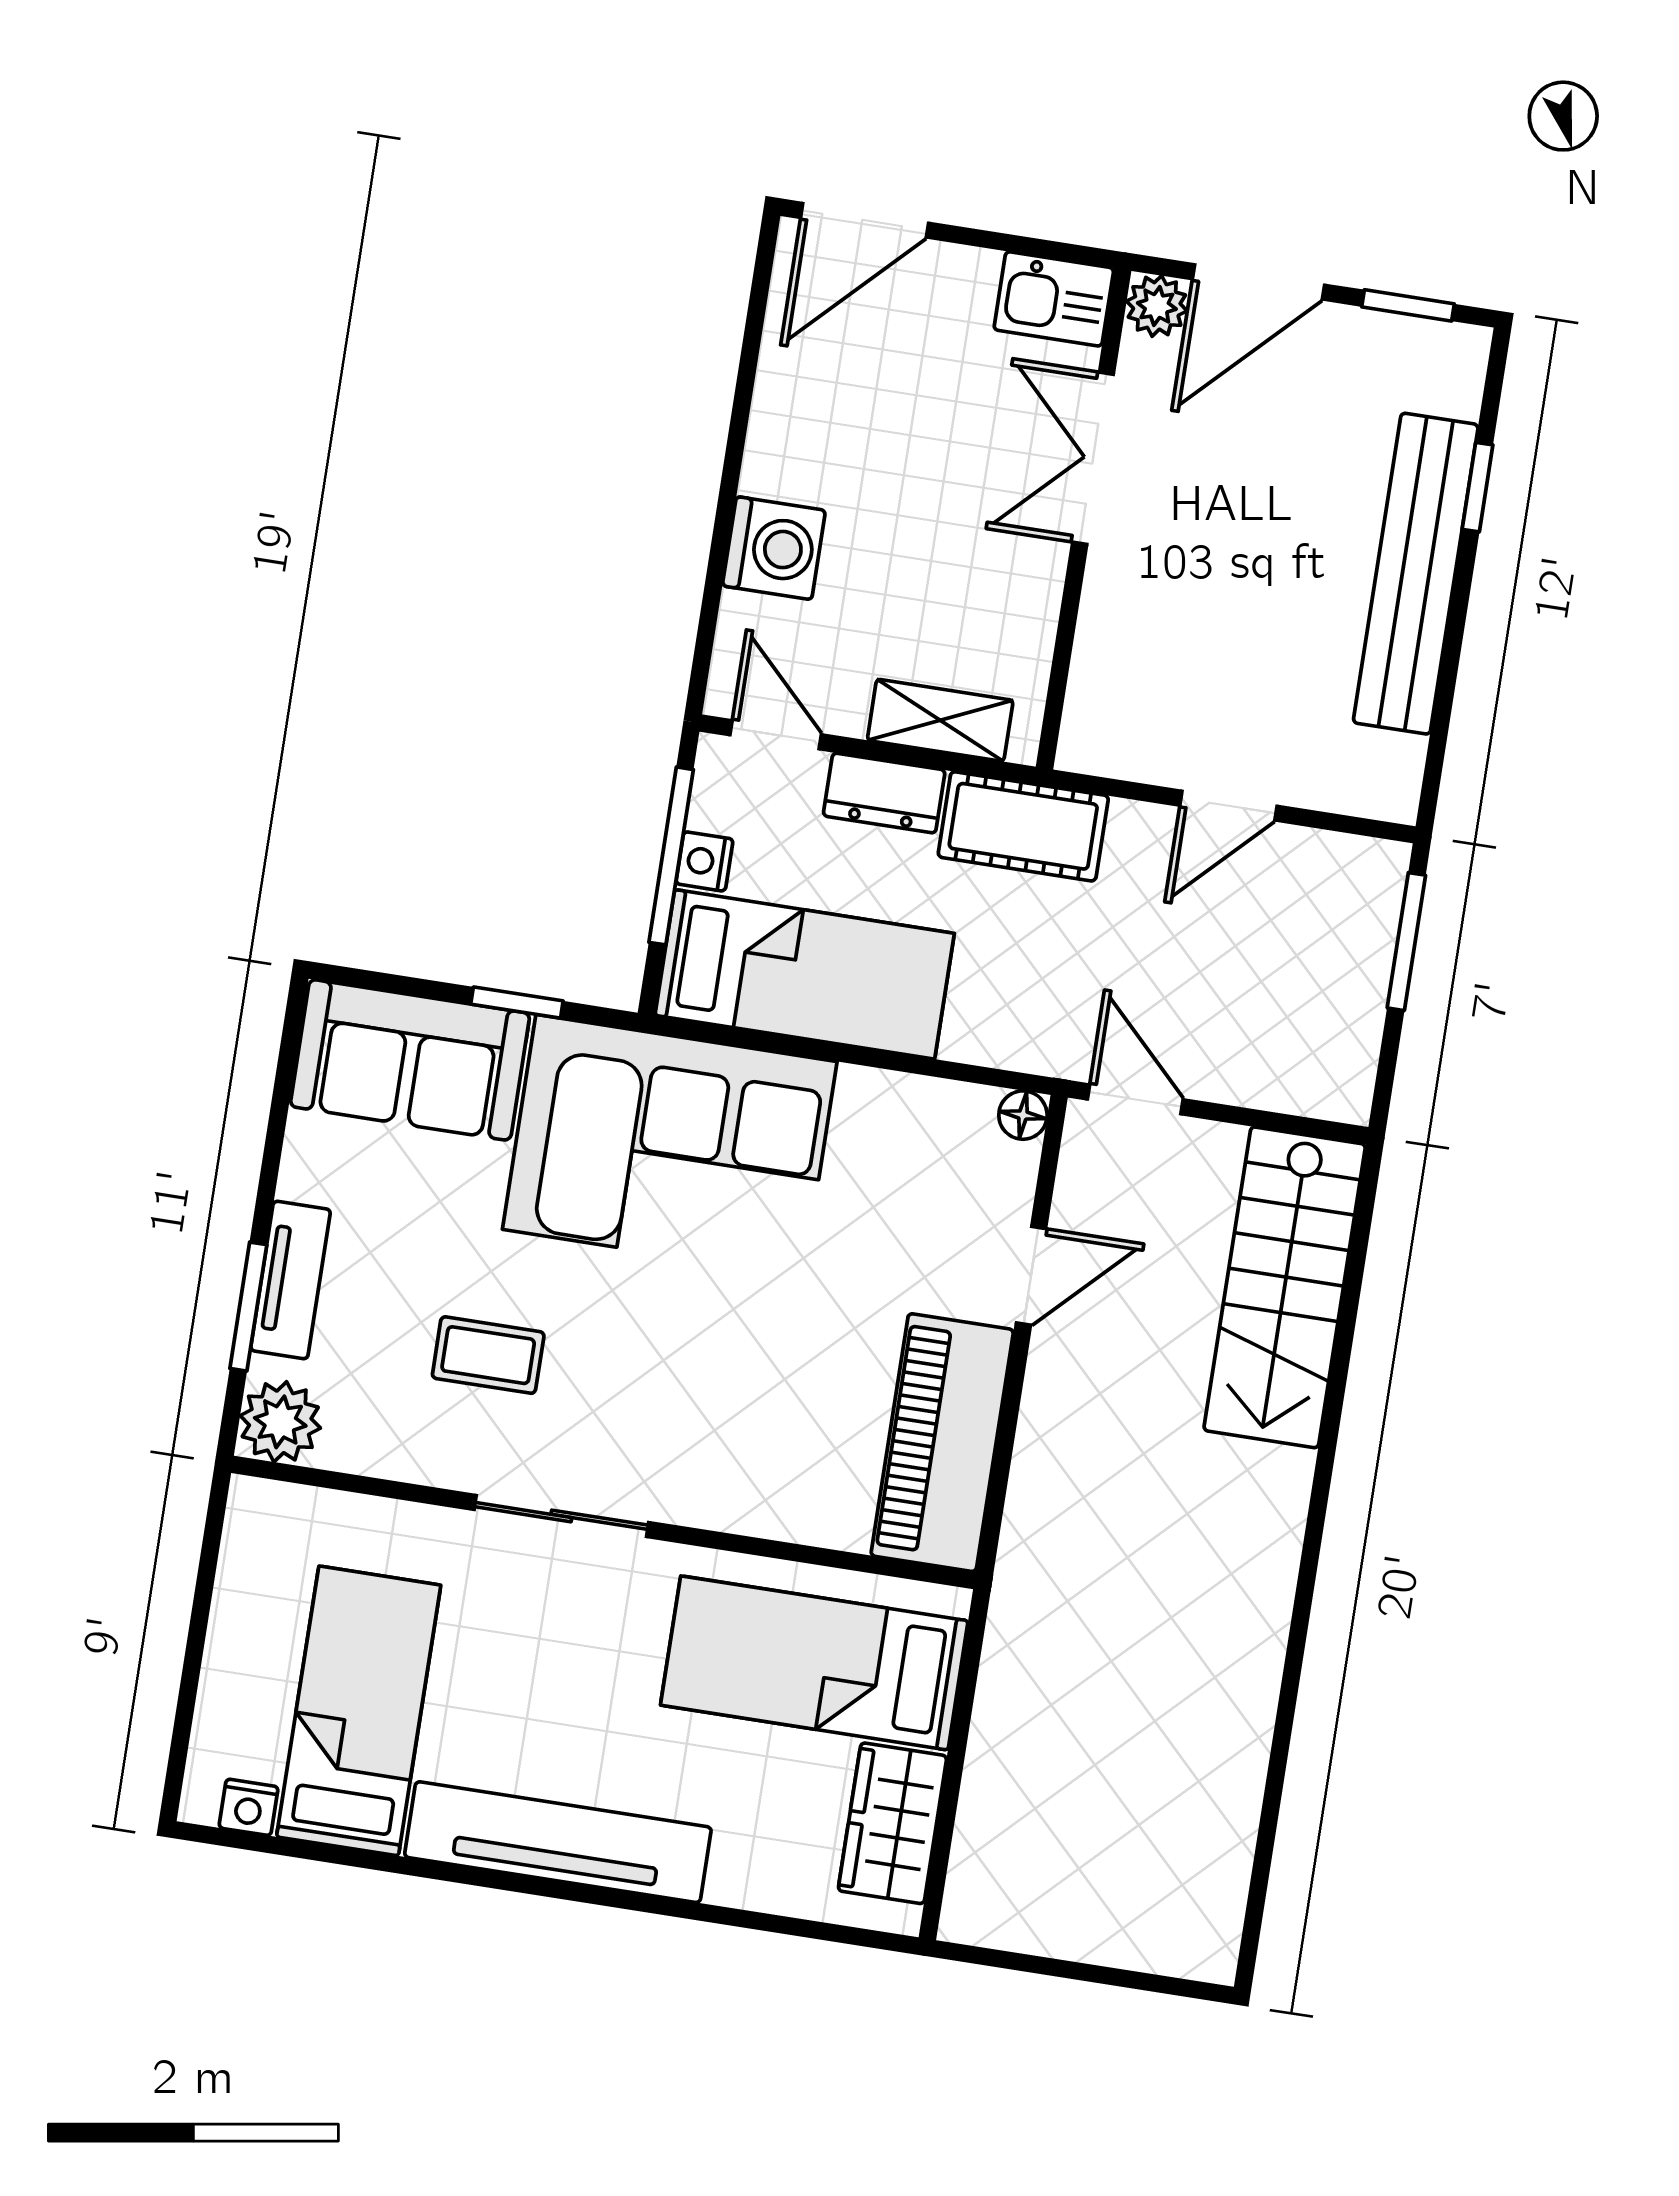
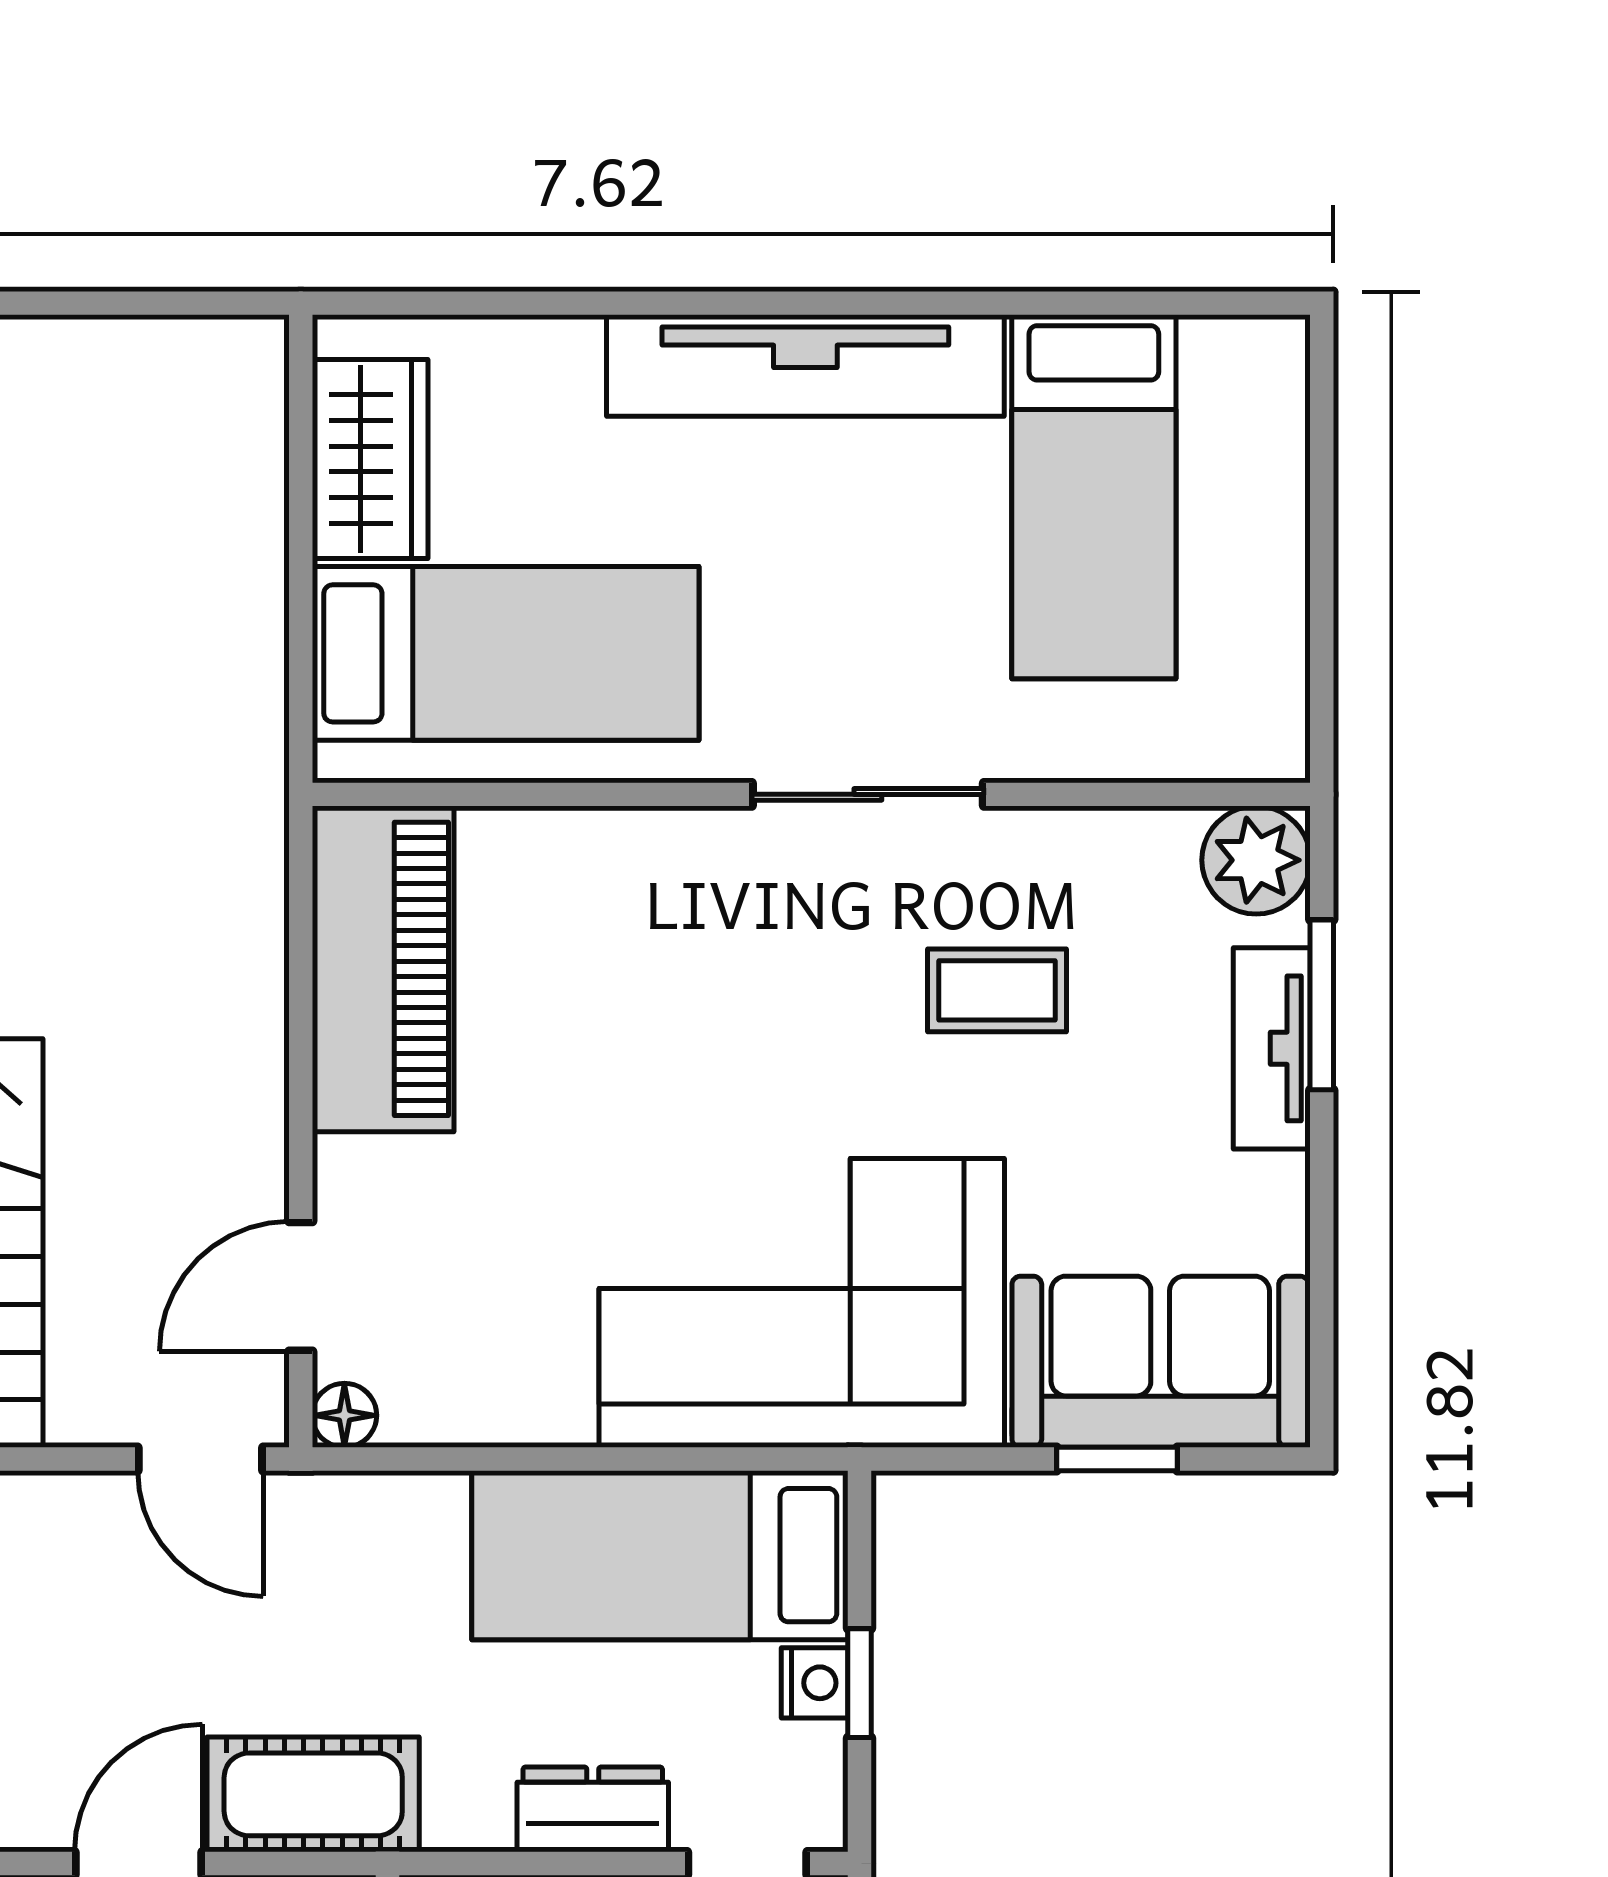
cot: (1023, 826) -> (313, 1794), moved
window: (671, 856) -> (859, 1683), width x0.46
window: (517, 1003) -> (1117, 1459), moved
door: (1031, 1276) -> (301, 1286), moved
nightstand: (249, 1807) -> (1219, 348), removed

